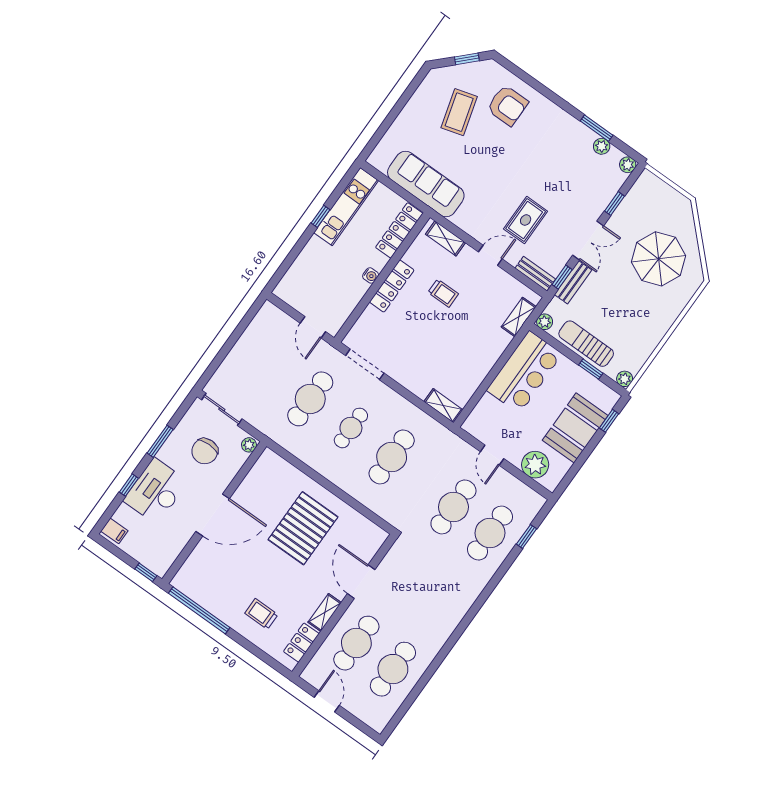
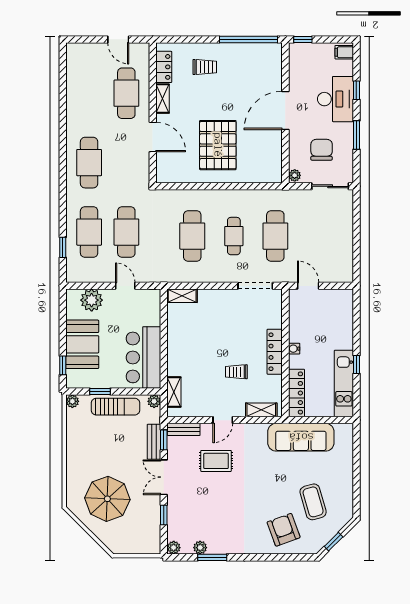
armchair: (507, 105) -> (284, 530), turned 70
rug: (526, 220) -> (216, 461), turned 90
cafe table: (393, 669) -> (89, 163), moved

